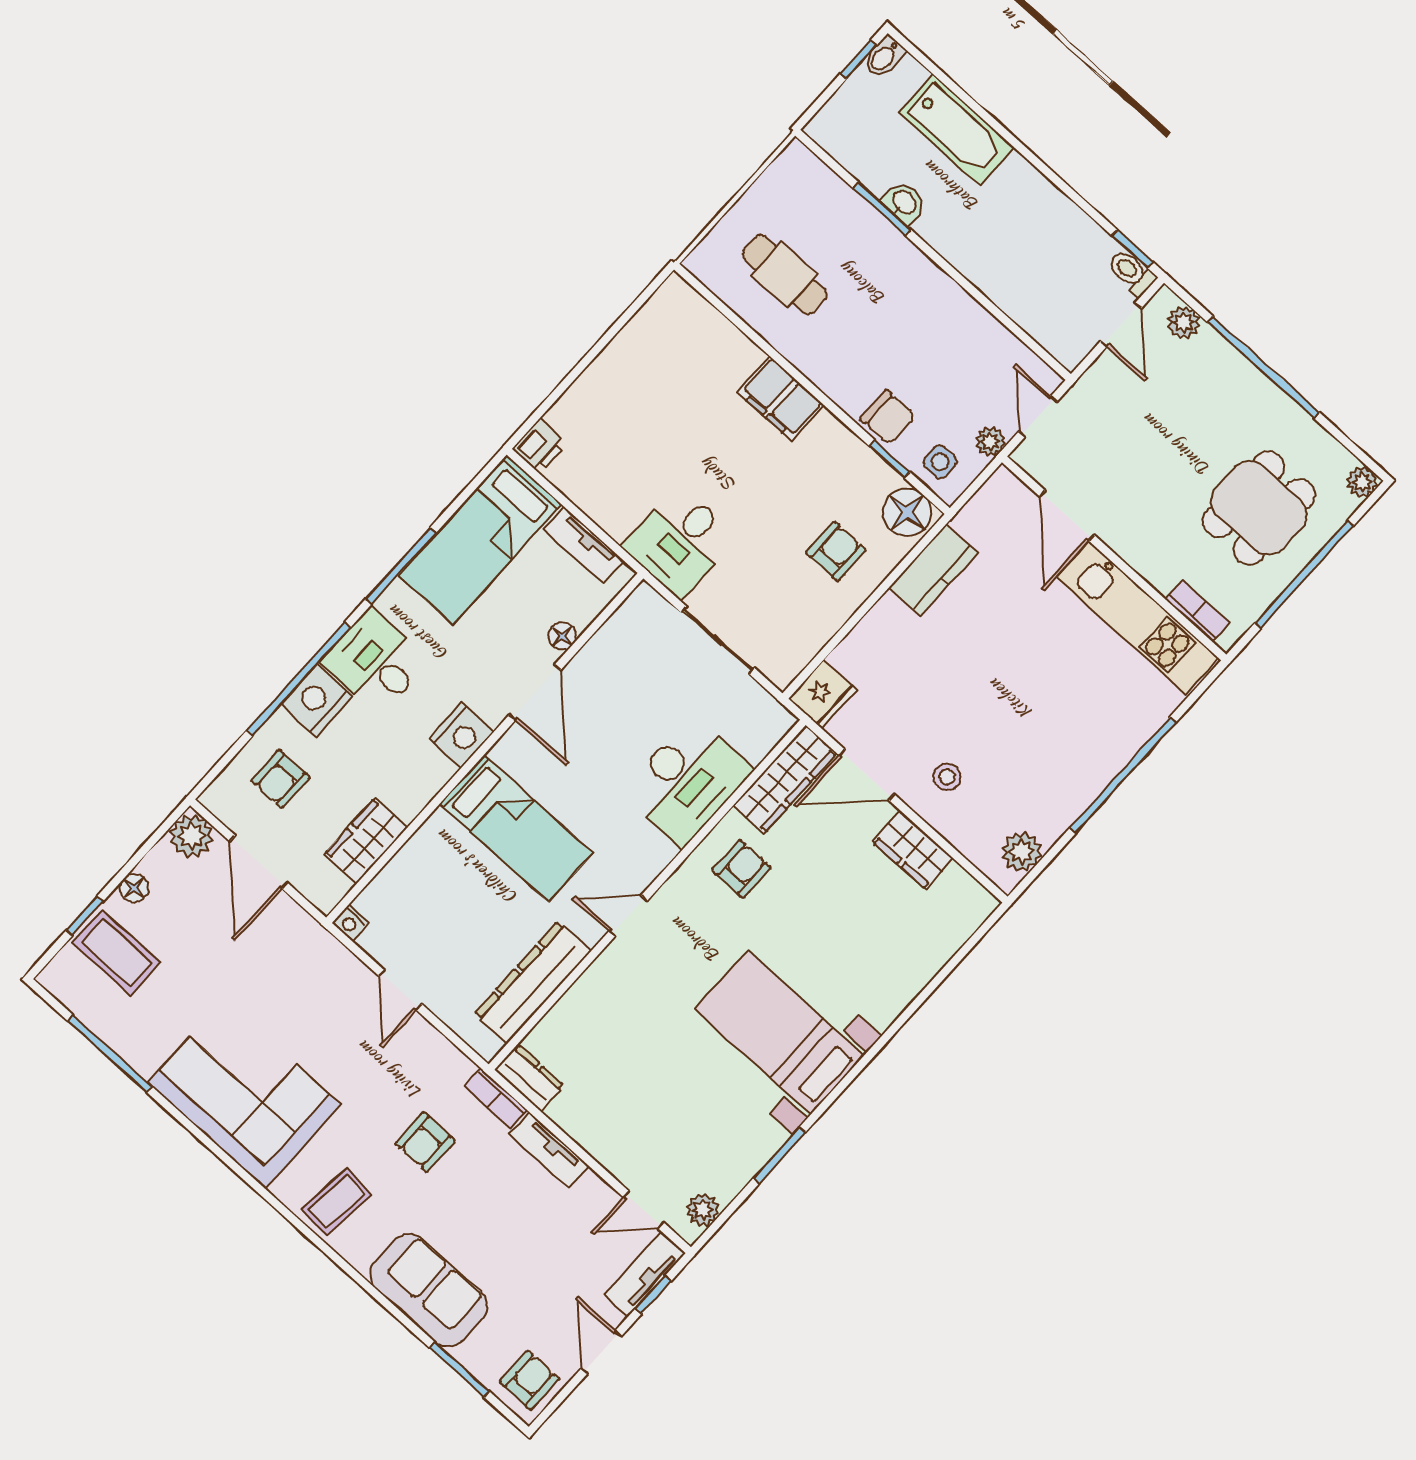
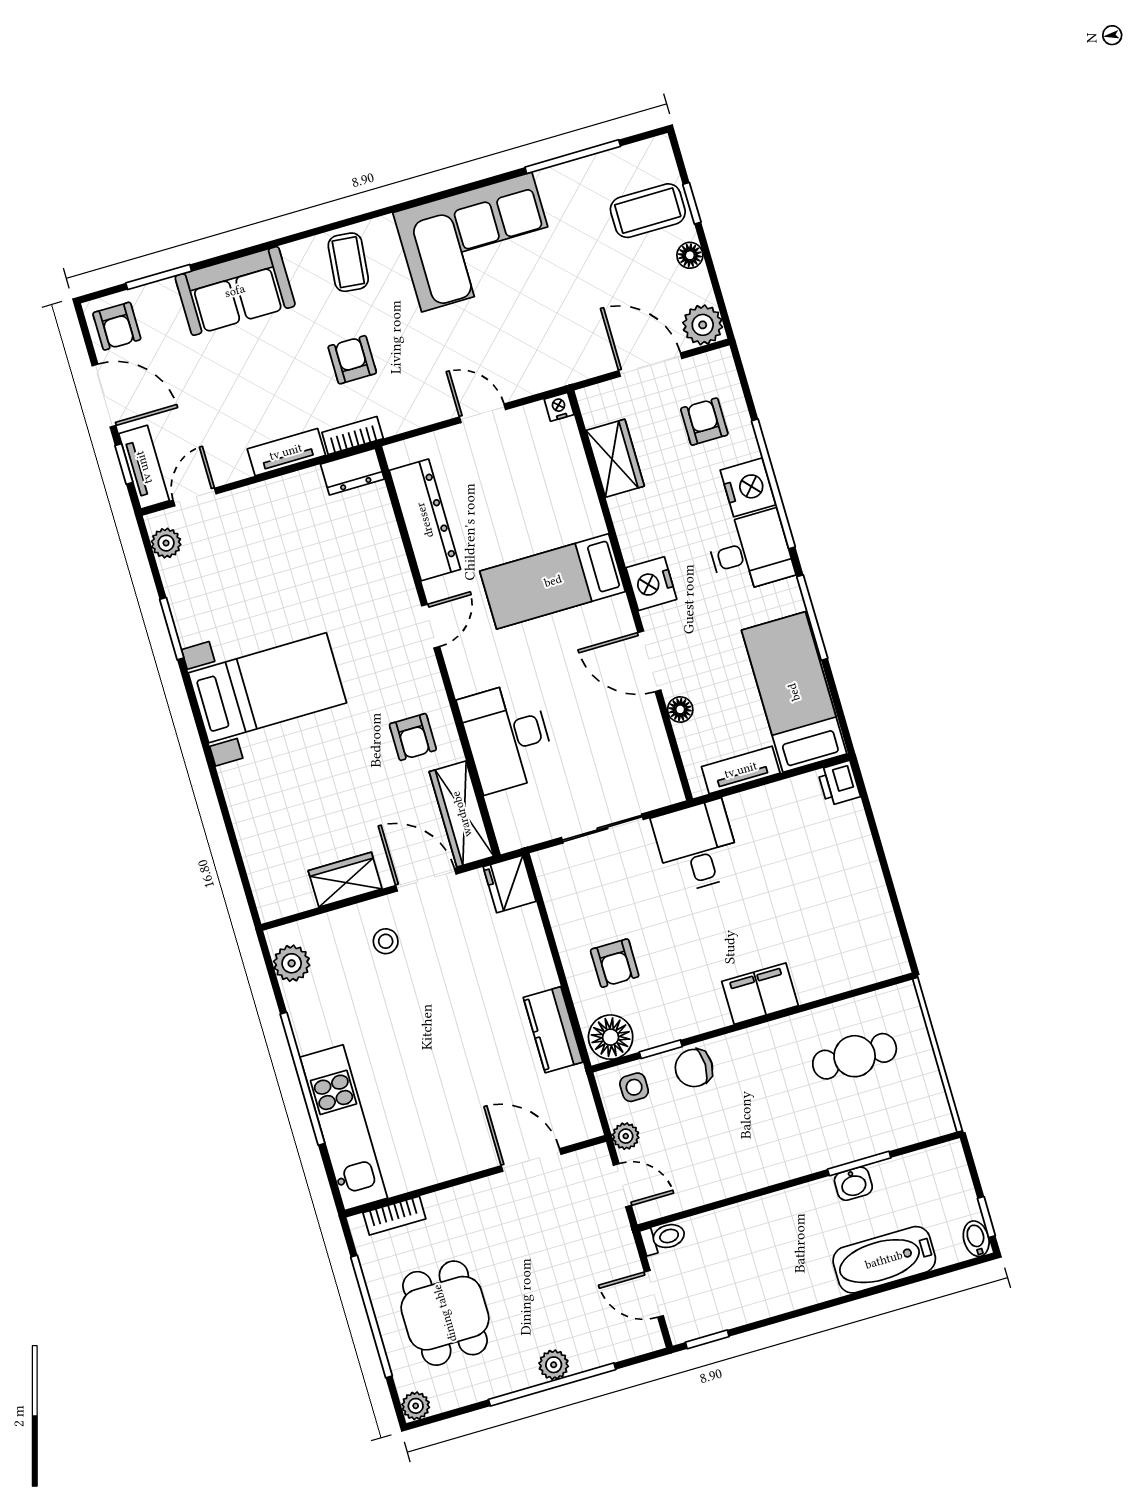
toilet: (1132, 272) -> (663, 1238), moved
plant: (1184, 322) -> (554, 1365), moved
kitchen unit: (1138, 618) -> (344, 1128), moved, turned 90
door: (867, 775) -> (426, 880), hinge flipped
door: (601, 1352) -> (104, 396), width x1.37

